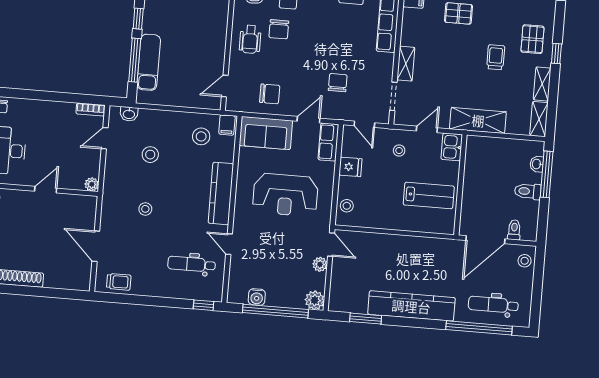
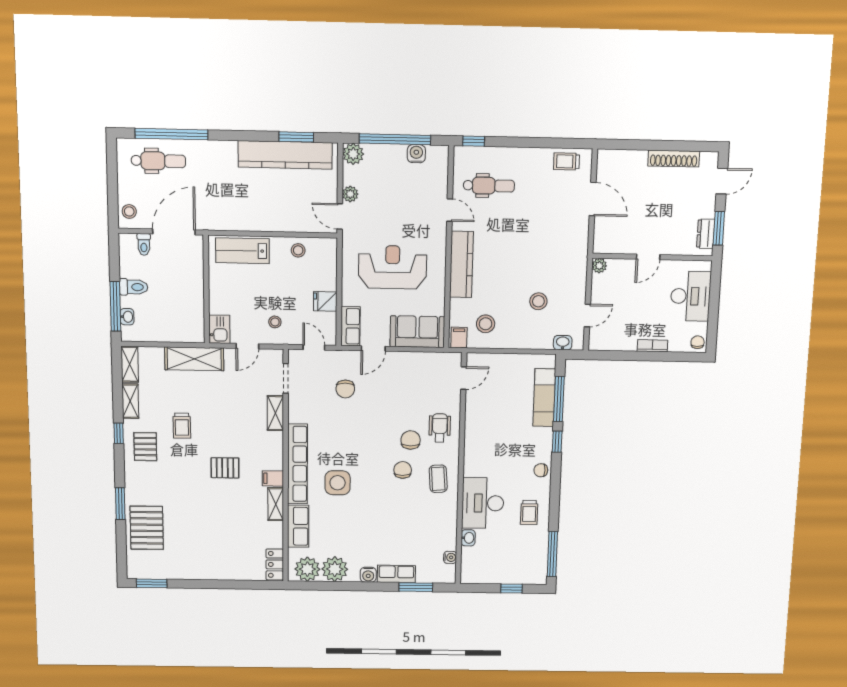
chair: (270, 94) -> (416, 373), removed
bookcase: (91, 110) -> (652, 346), moved
lab bench: (429, 195) -> (242, 251), moved
stool: (347, 206) -> (298, 250), moved
stool: (145, 209) -> (541, 243), removed
kitchen counter: (411, 306) -> (285, 155), moved

